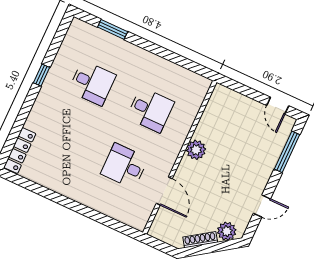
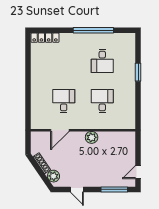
window: (113, 29) -> (138, 72), moved
window: (42, 75) -> (93, 30), width x3.17
desk: (150, 110) -> (102, 101), turned 180

